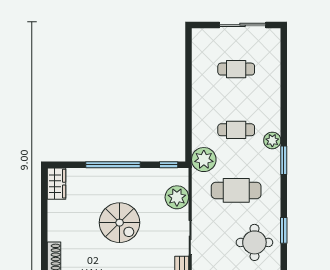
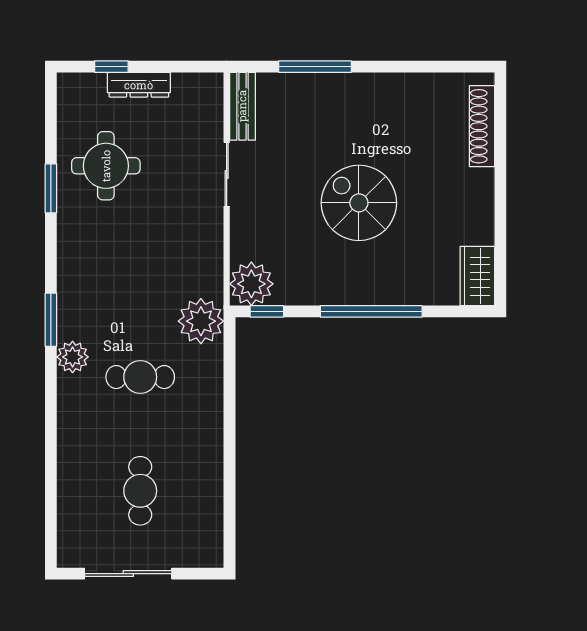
cafe table: (236, 69) -> (140, 491), turned 90
cafe table: (236, 190) -> (140, 263), removed
plant: (177, 197) -> (251, 284), moved

